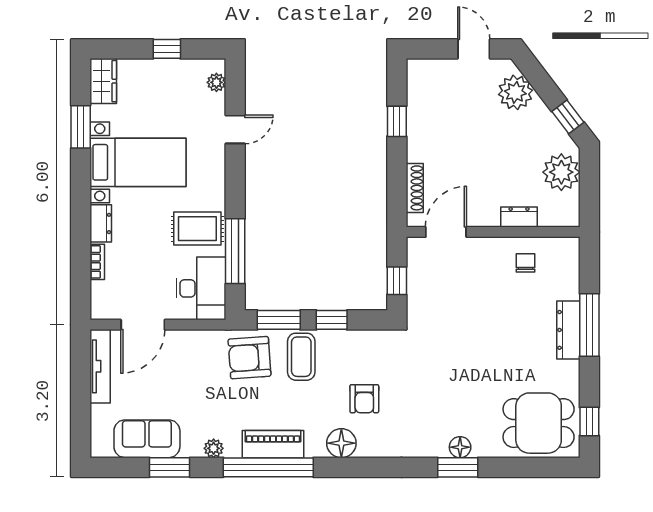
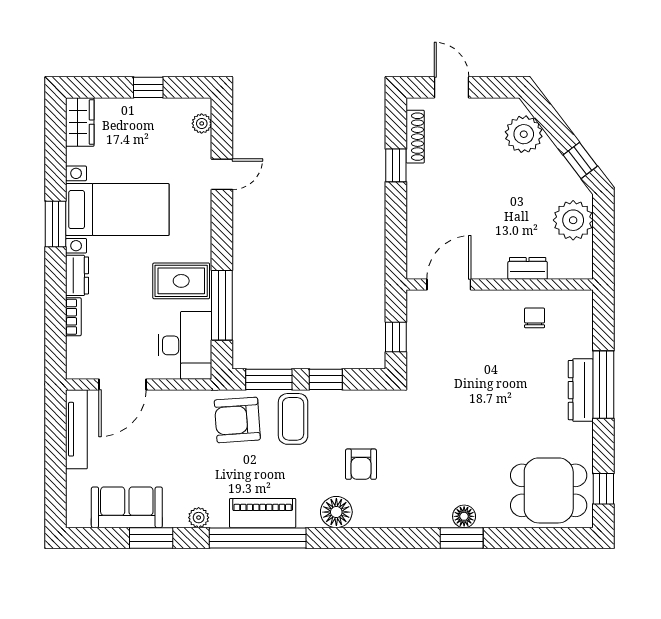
door: (474, 49) -> (451, 87), moved
window: (81, 127) -> (56, 224), moved
shoe rack: (415, 188) -> (415, 137), moved

